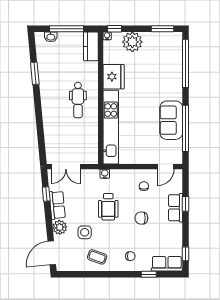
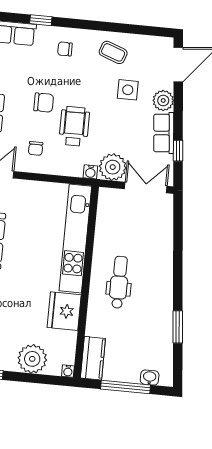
window: (115, 29) -> (56, 380), removed
plant: (90, 178) -> (113, 167), added
wheelchair: (108, 207) -> (74, 126), moved

